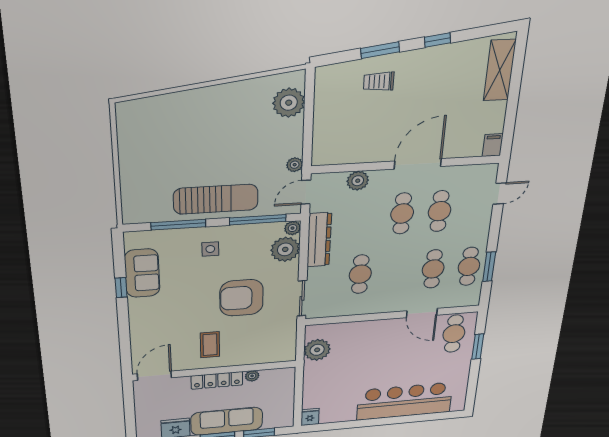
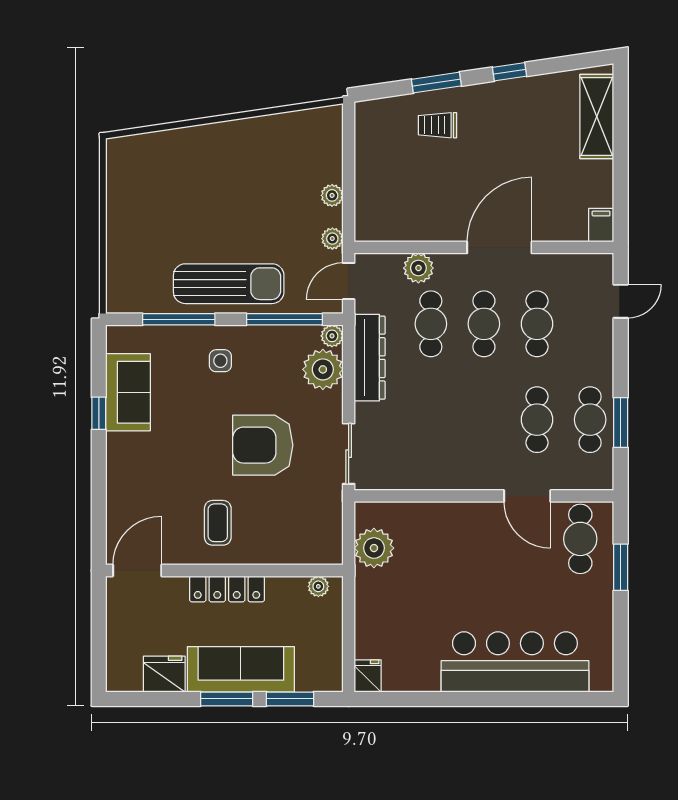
plant: (289, 103) -> (332, 195), moved, width x0.53, depth x0.53
cafe table: (360, 274) -> (431, 324), moved
plant: (252, 376) -> (318, 586), moved

